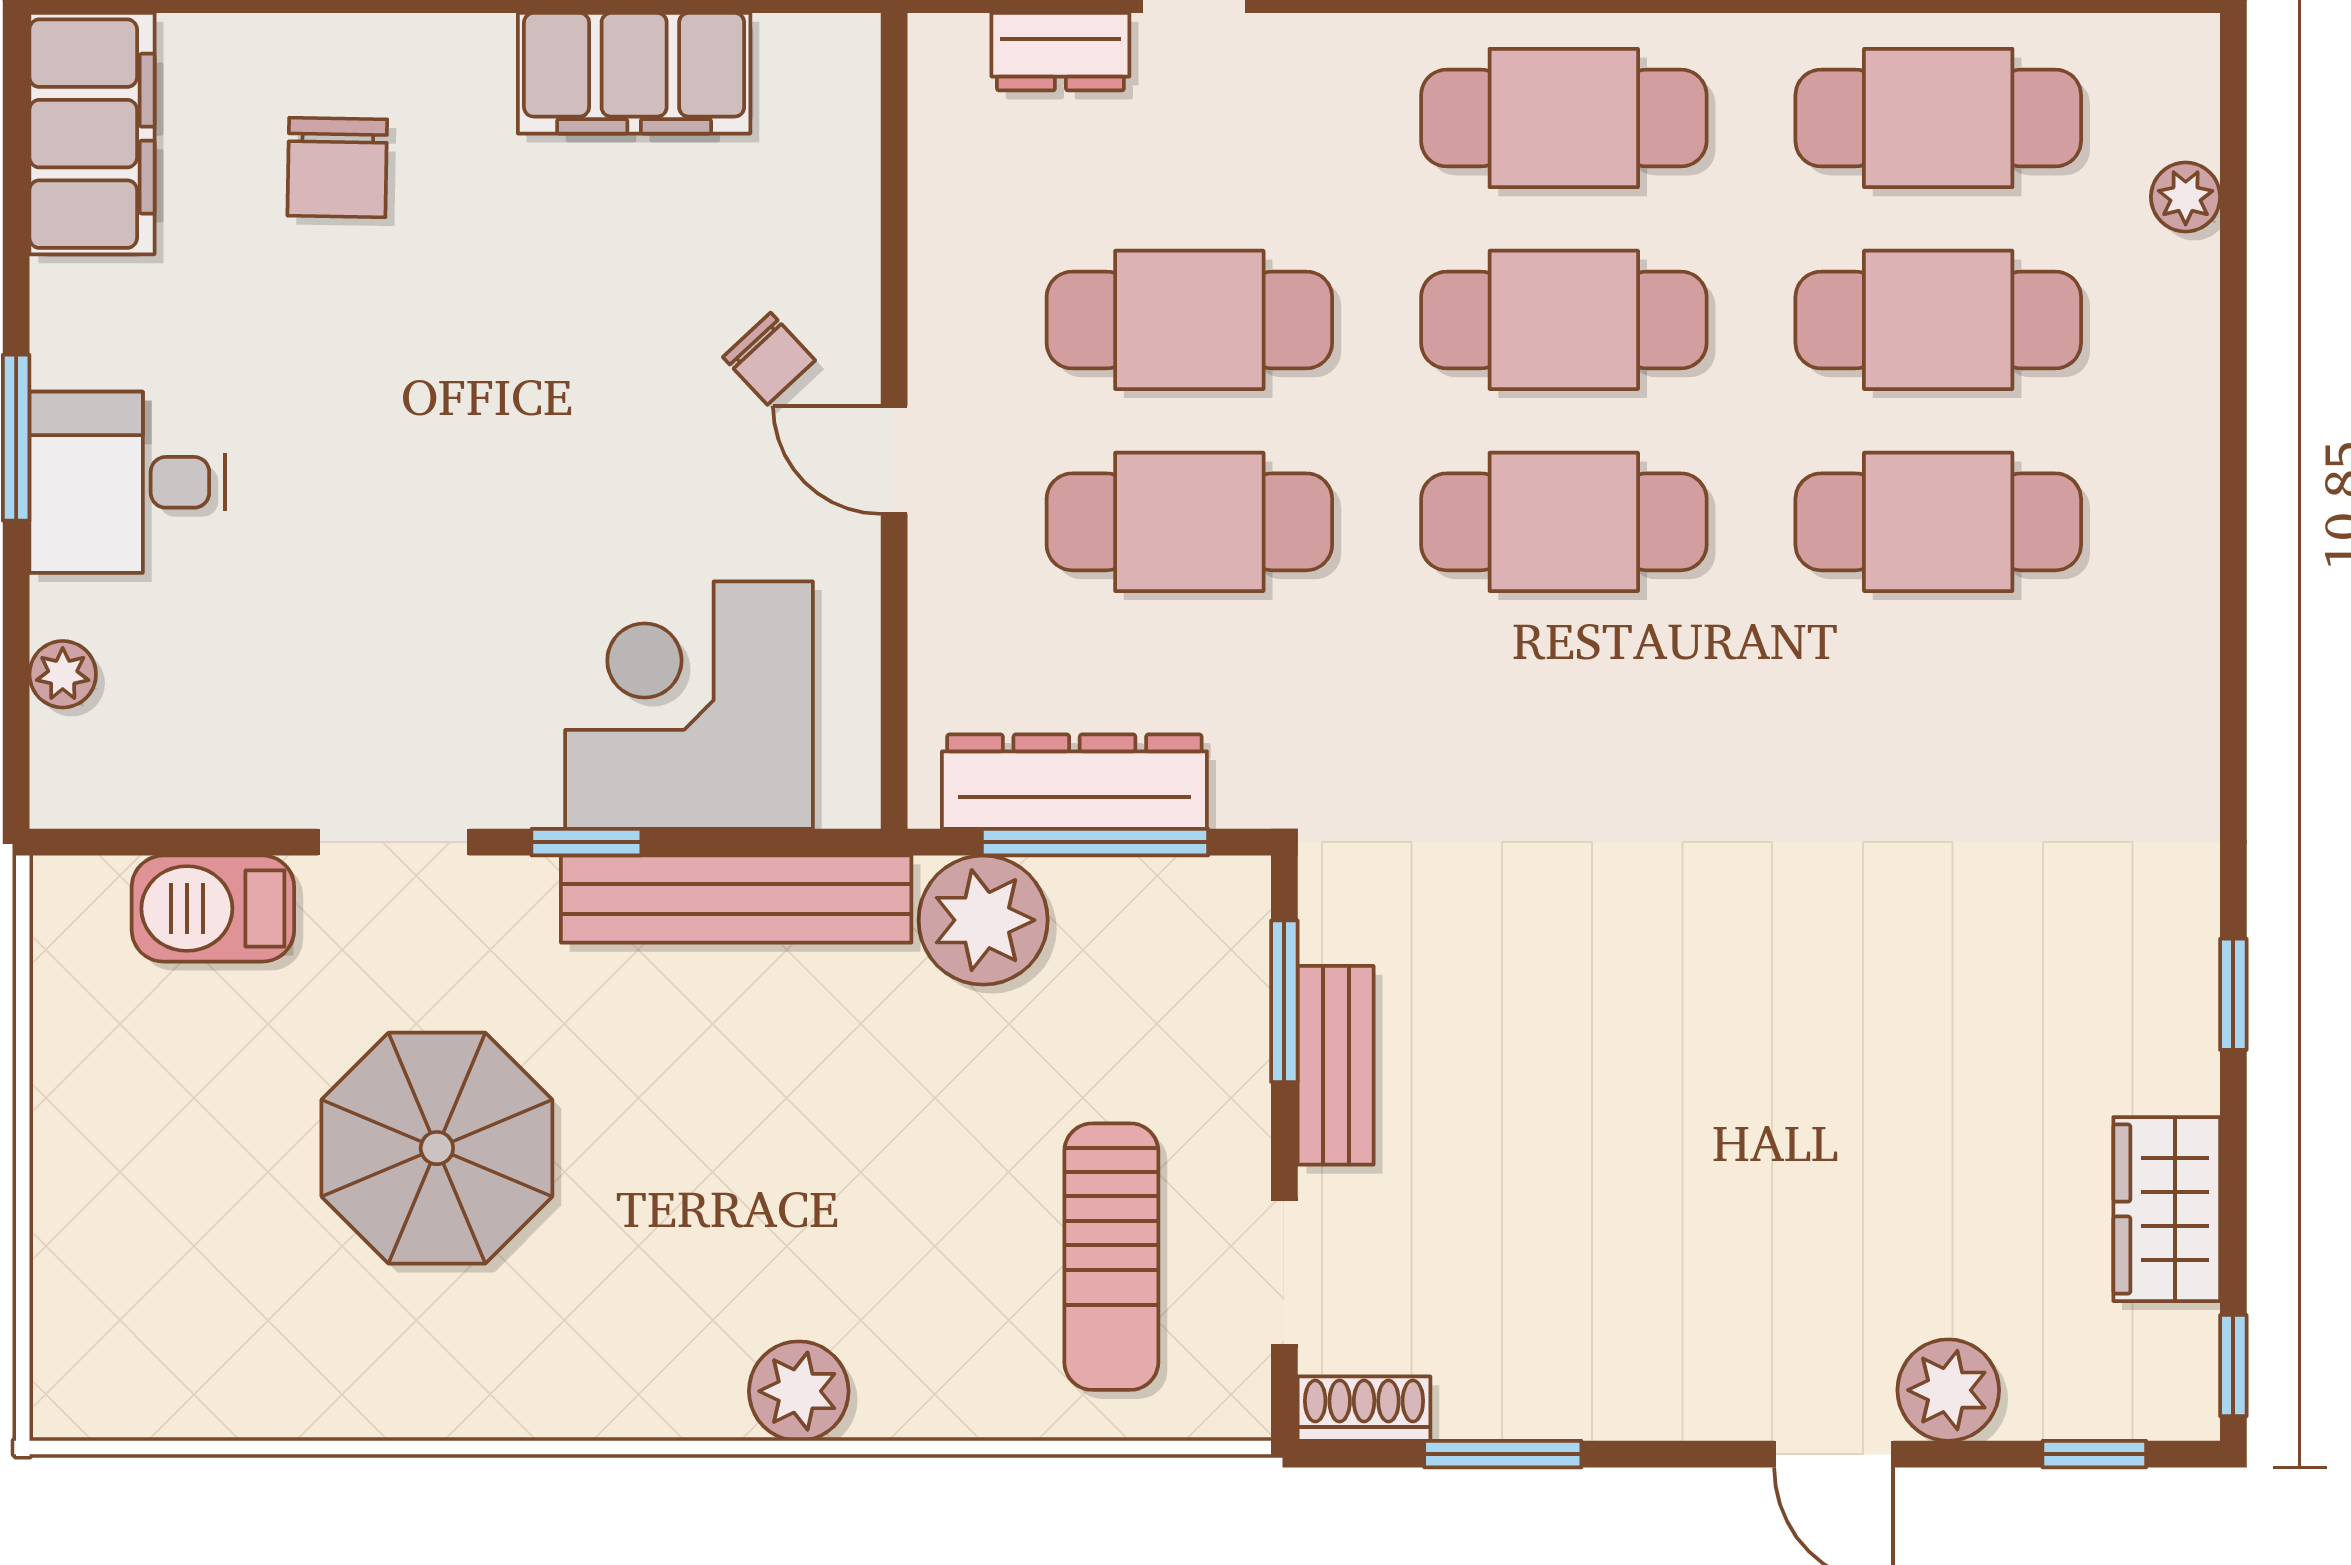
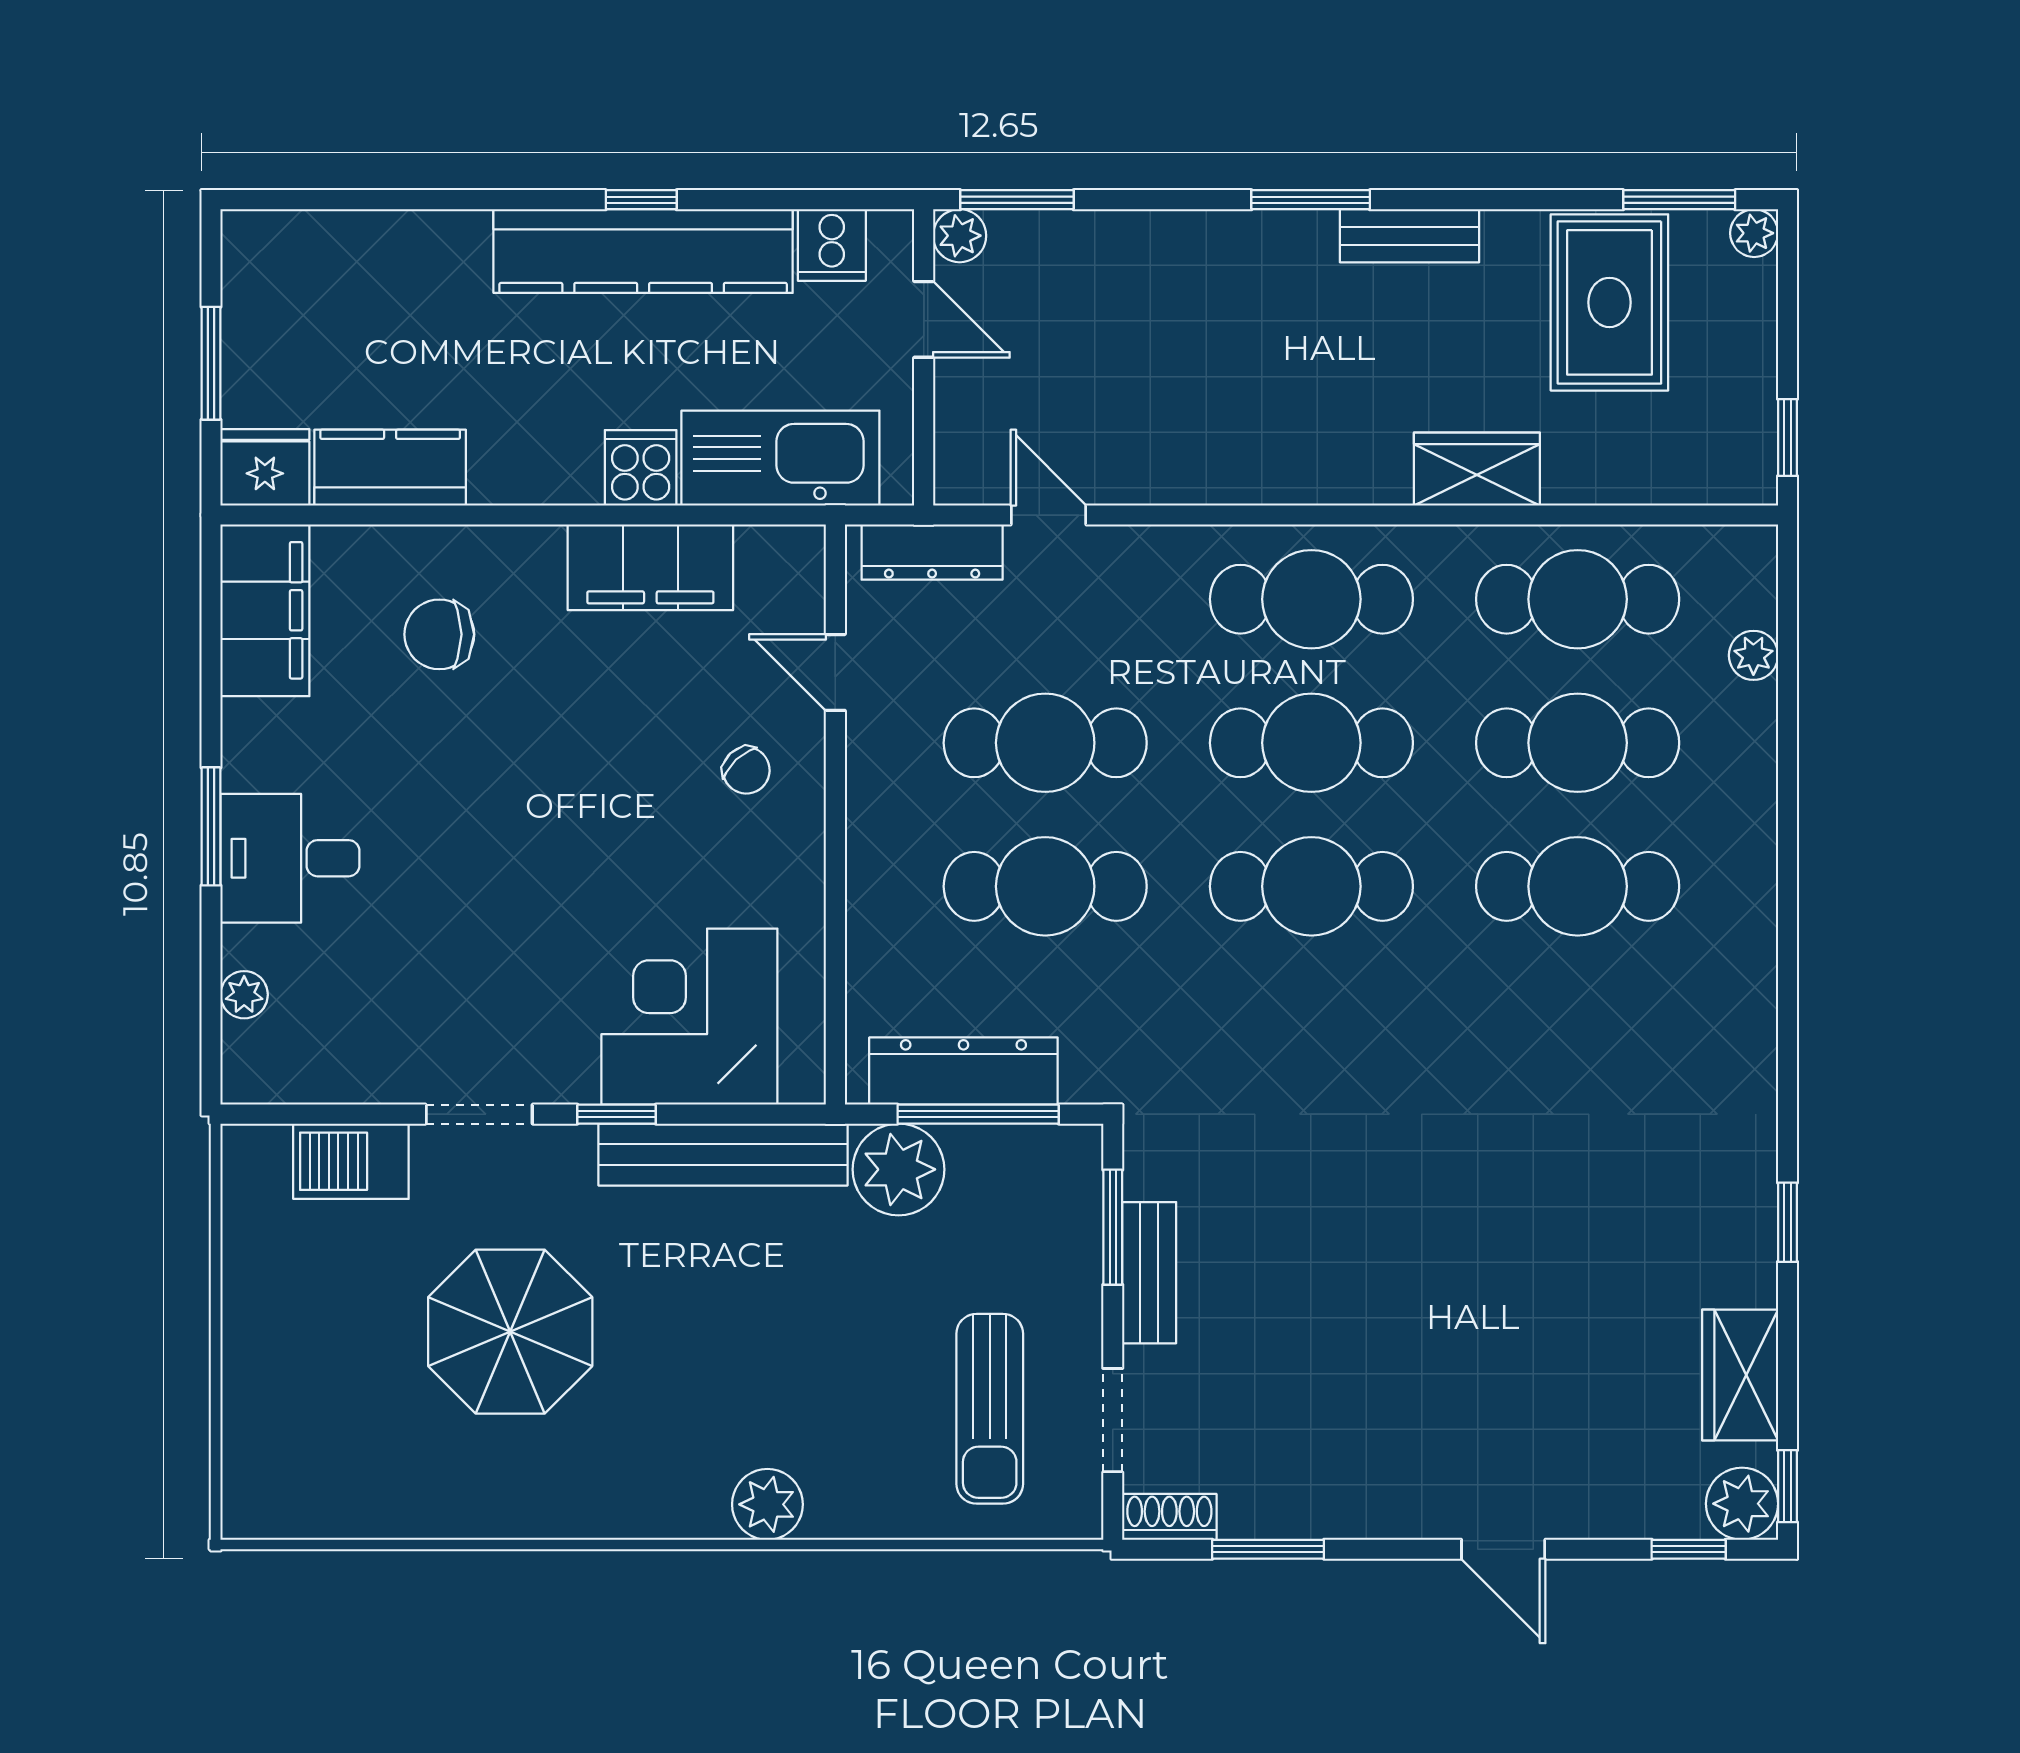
dresser: (1060, 52) -> (932, 552), width x1.44
chair: (337, 167) -> (439, 634), turned 89
door: (894, 460) -> (835, 672), moved
plant: (1948, 1390) -> (1742, 1504), moved

